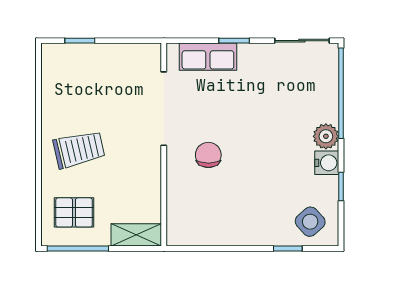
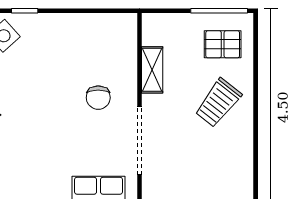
trolley: (79, 149) -> (218, 103), turned -39
shelving: (136, 235) -> (152, 70), moved, turned 90

